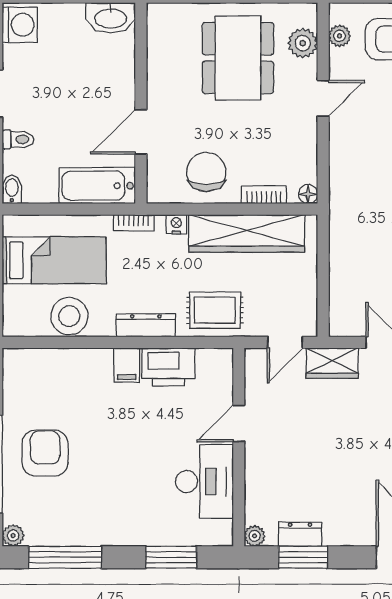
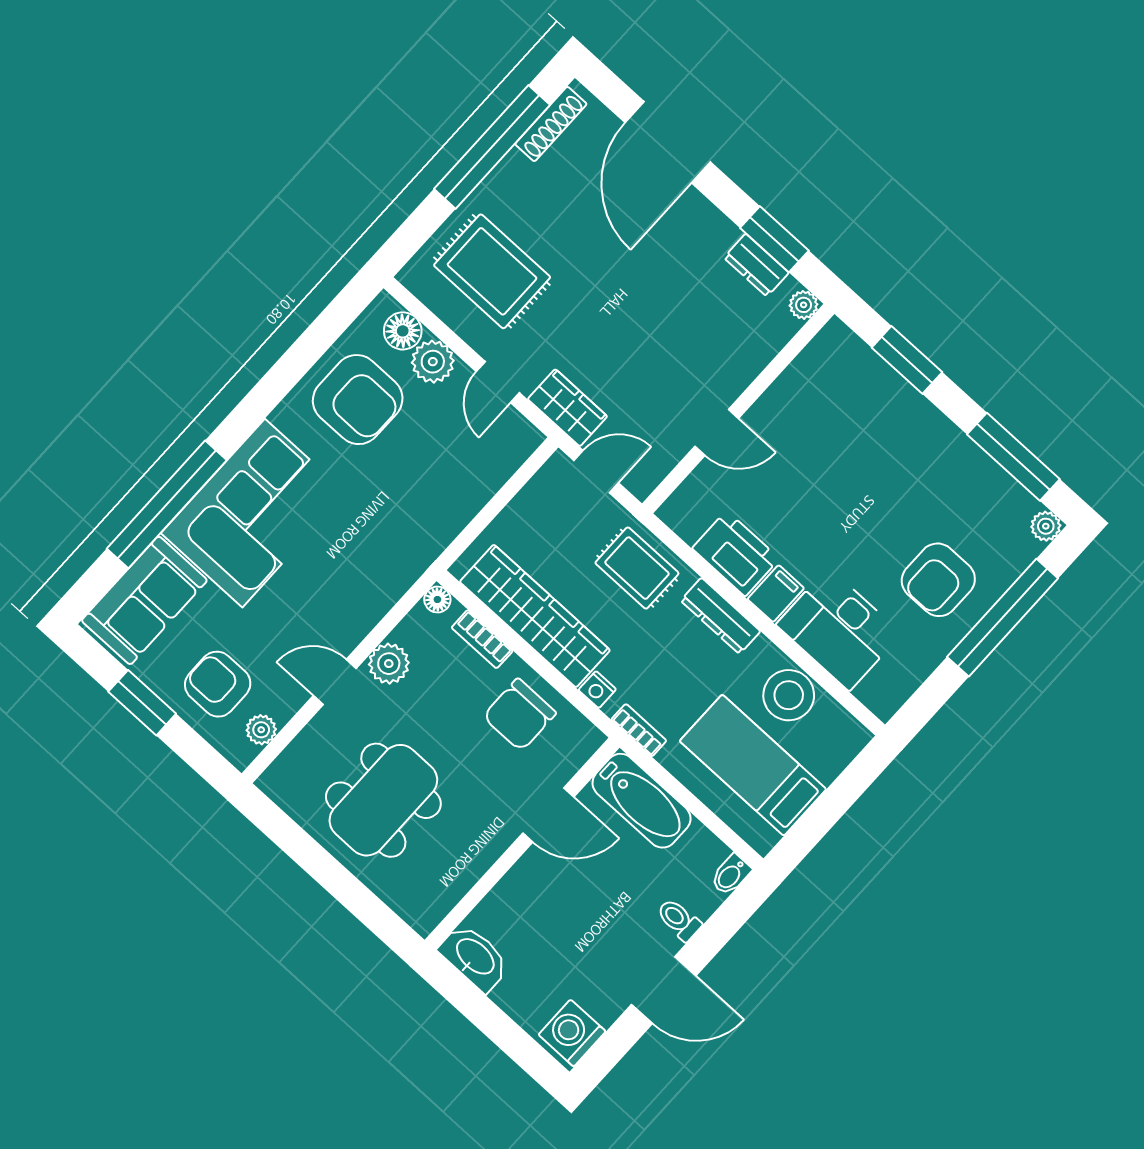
plant: (303, 43) -> (389, 664), moved
desk: (204, 482) -> (839, 629), moved, turned -90

